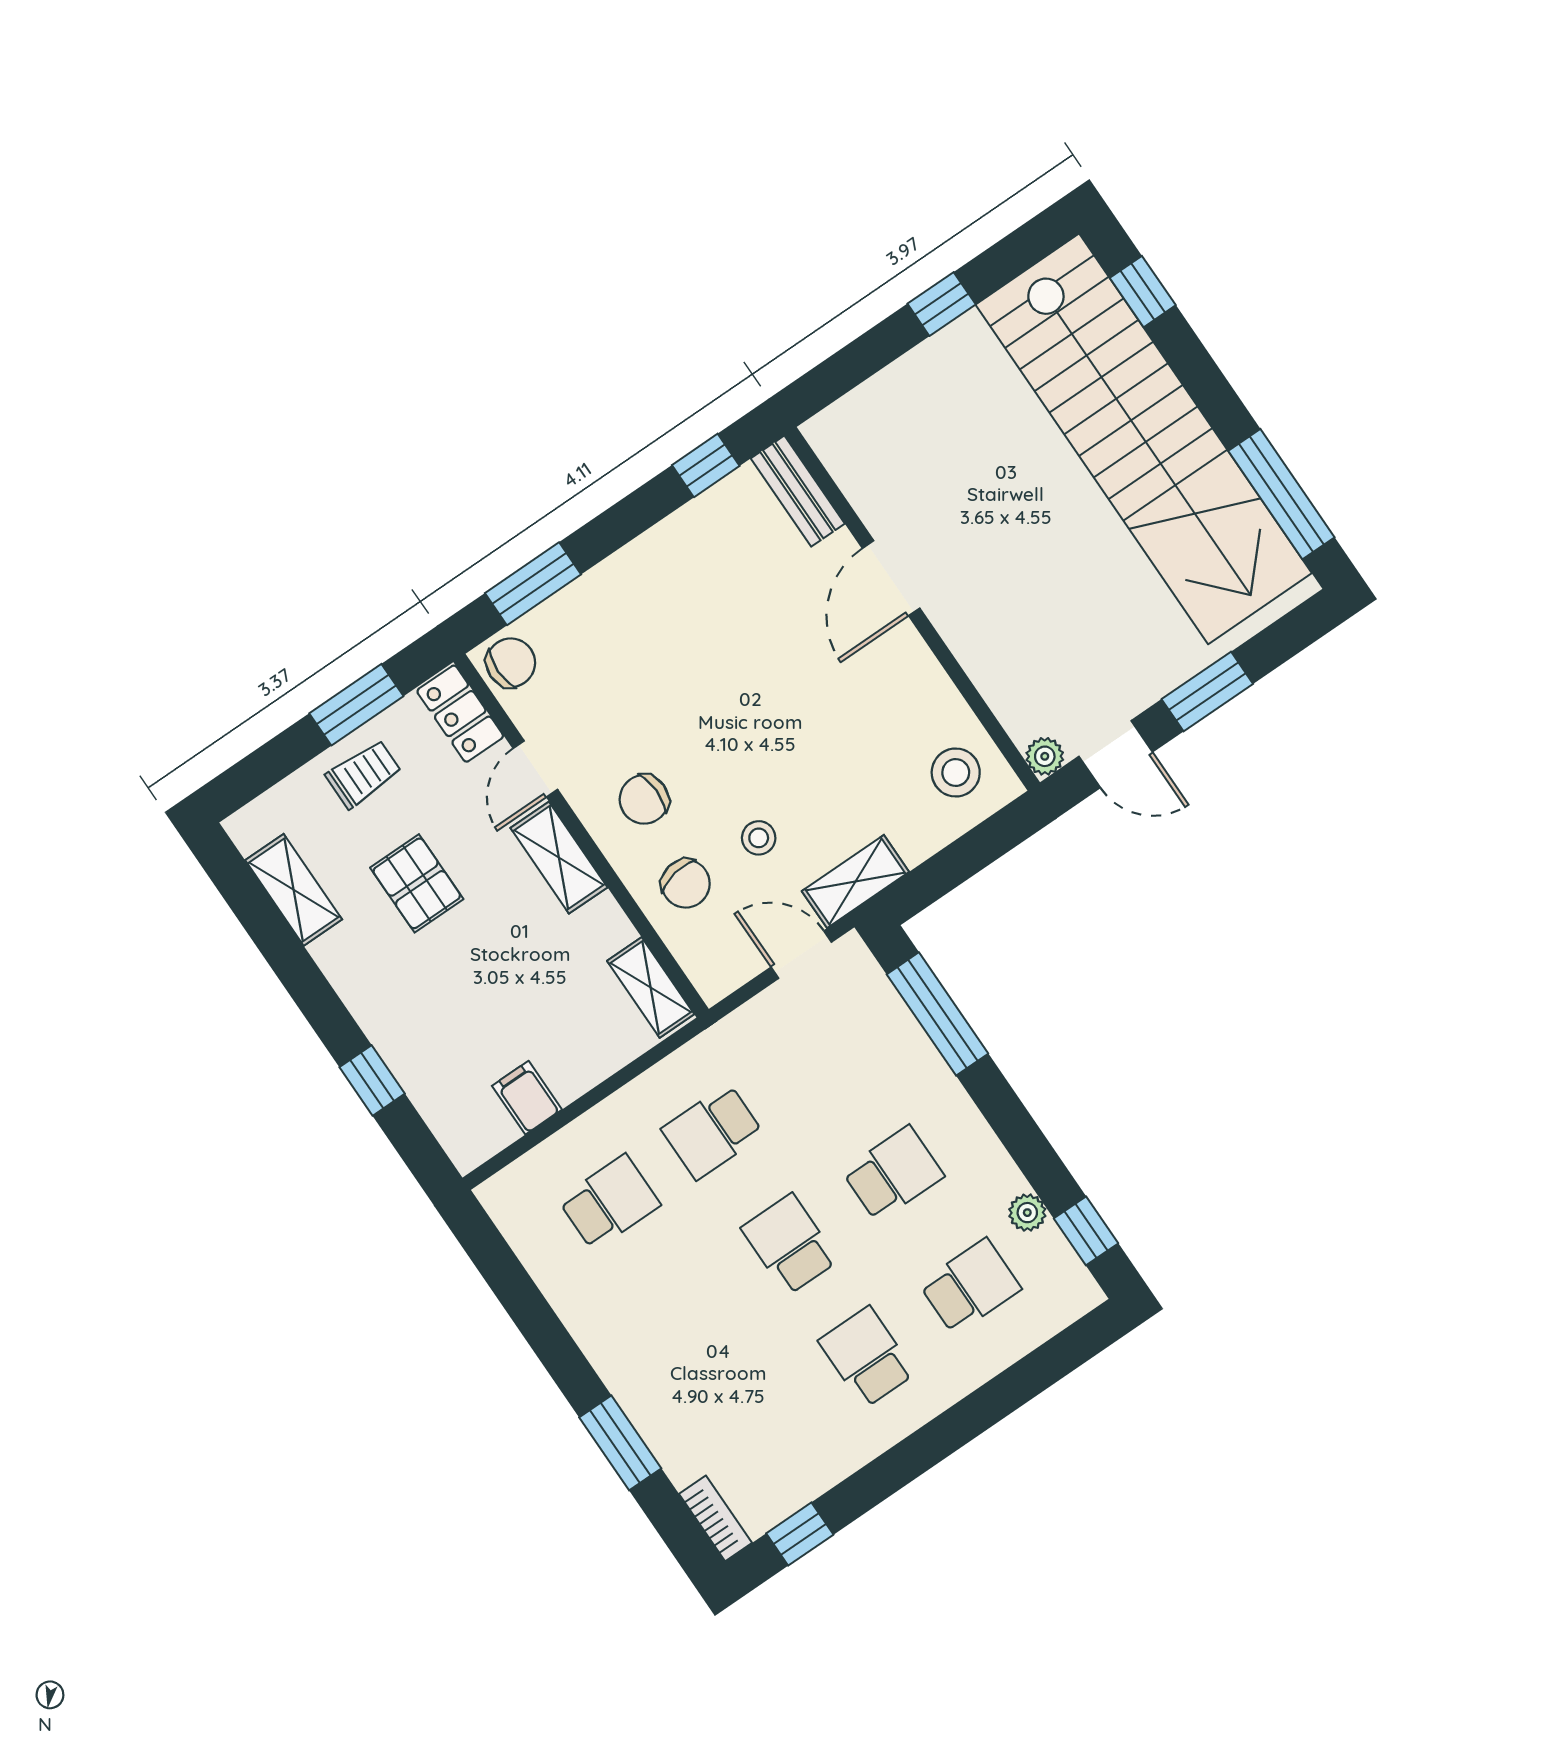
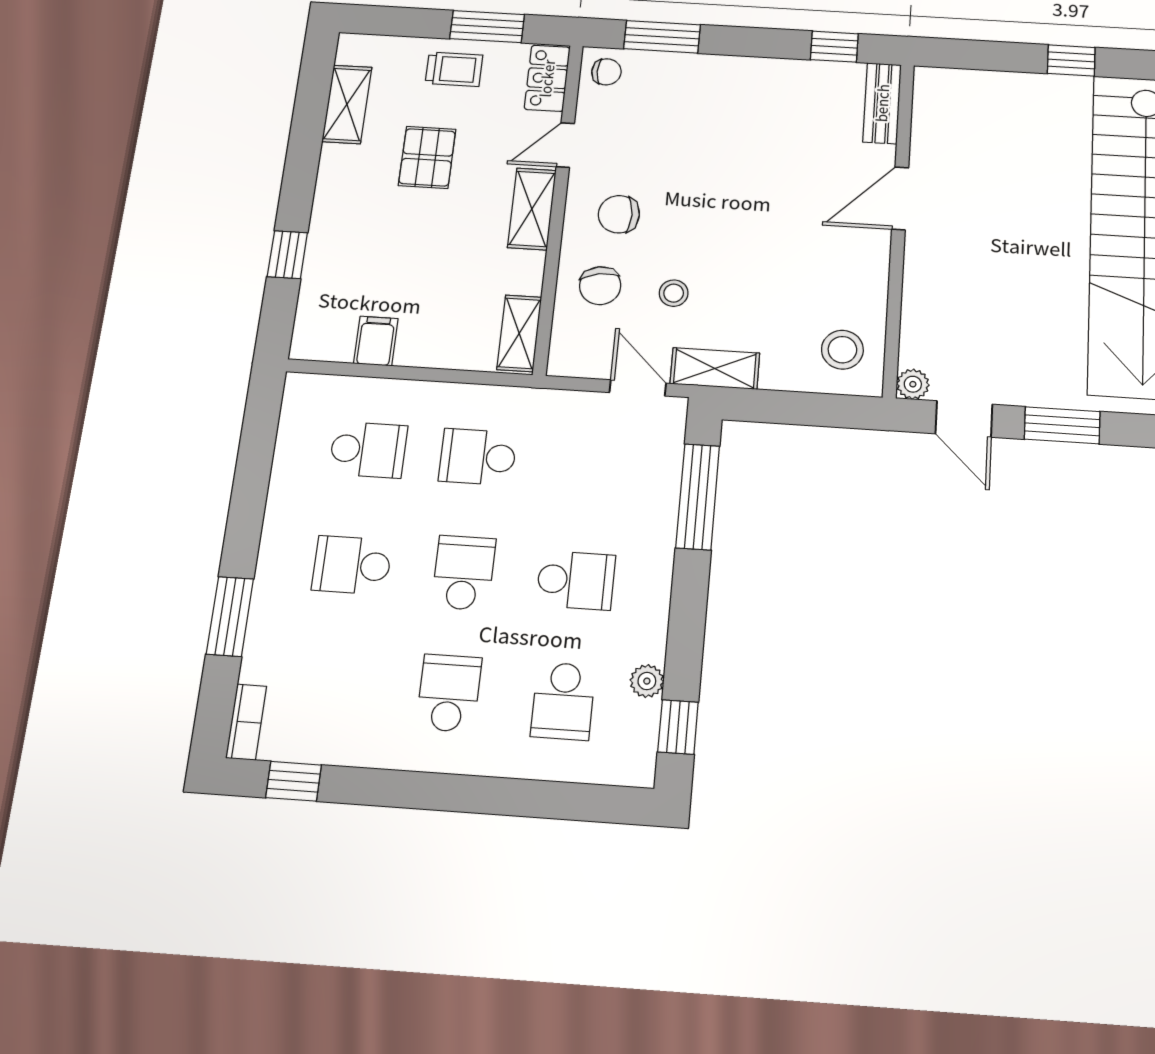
chair: (511, 663) -> (606, 72), width x0.73, depth x0.73
school desk: (970, 1286) -> (563, 701), turned 90
school desk: (686, 1315) -> (352, 565), added

